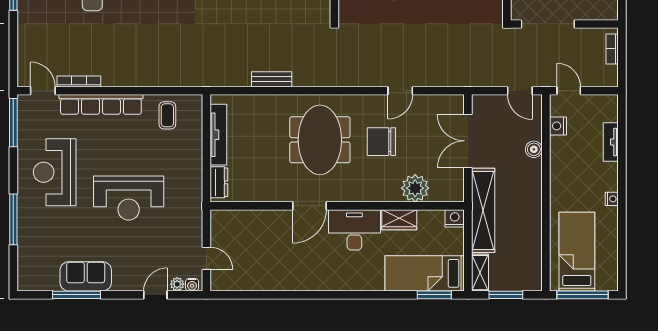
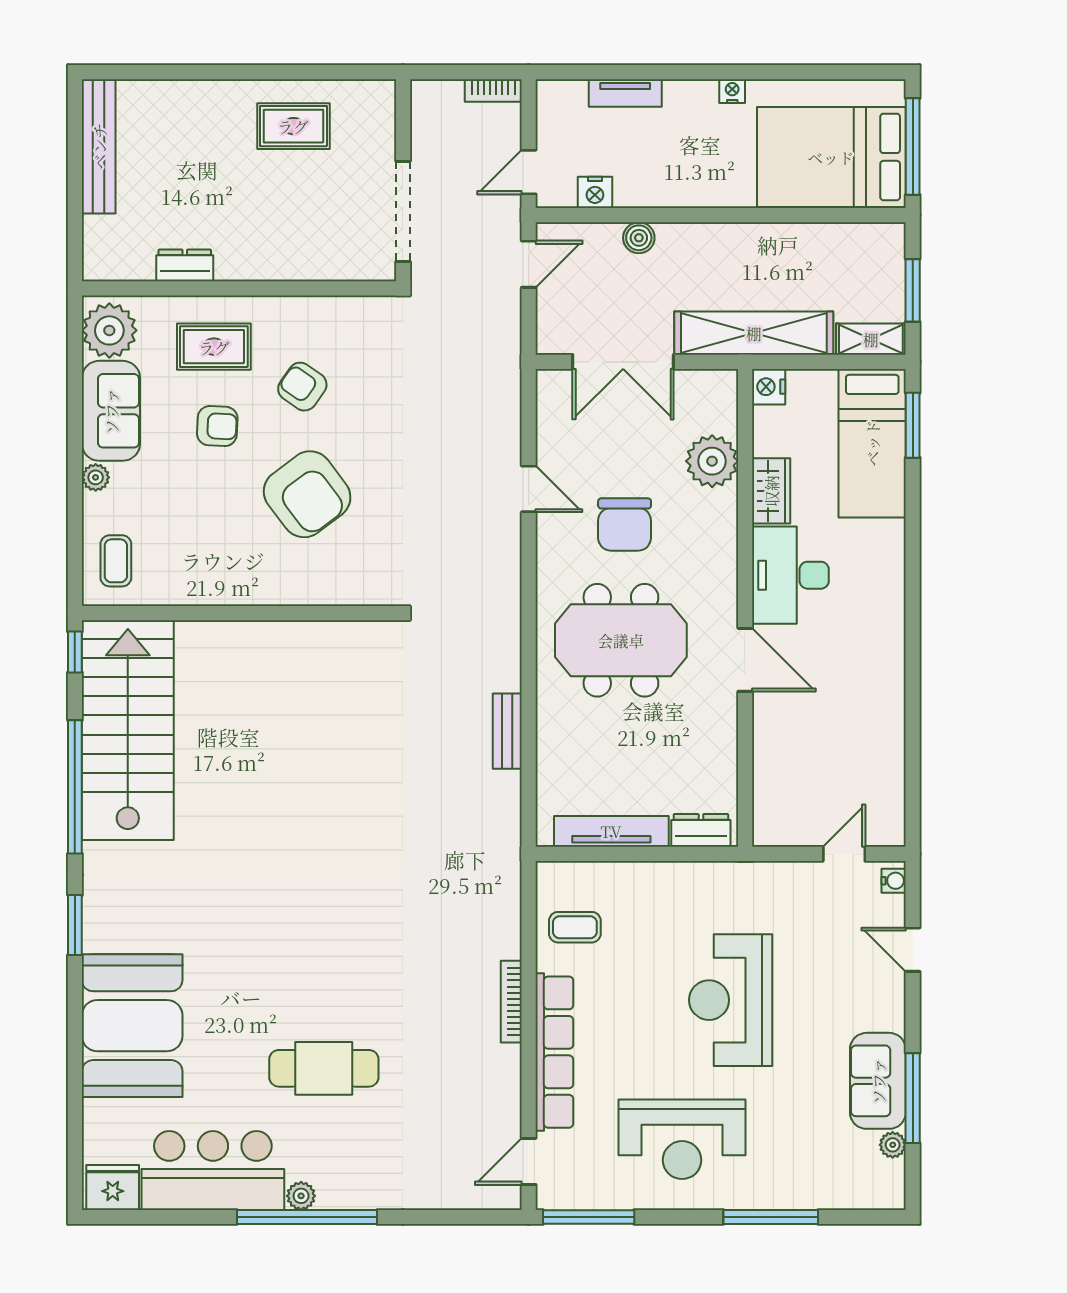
bookcase: (612, 49) -> (493, 90), moved
bookcase: (79, 81) -> (511, 1002), moved
reception desk: (129, 198) -> (731, 1000), turned 180
bed: (577, 252) -> (831, 157), width x1.50
plant: (177, 284) -> (893, 1145), moved

